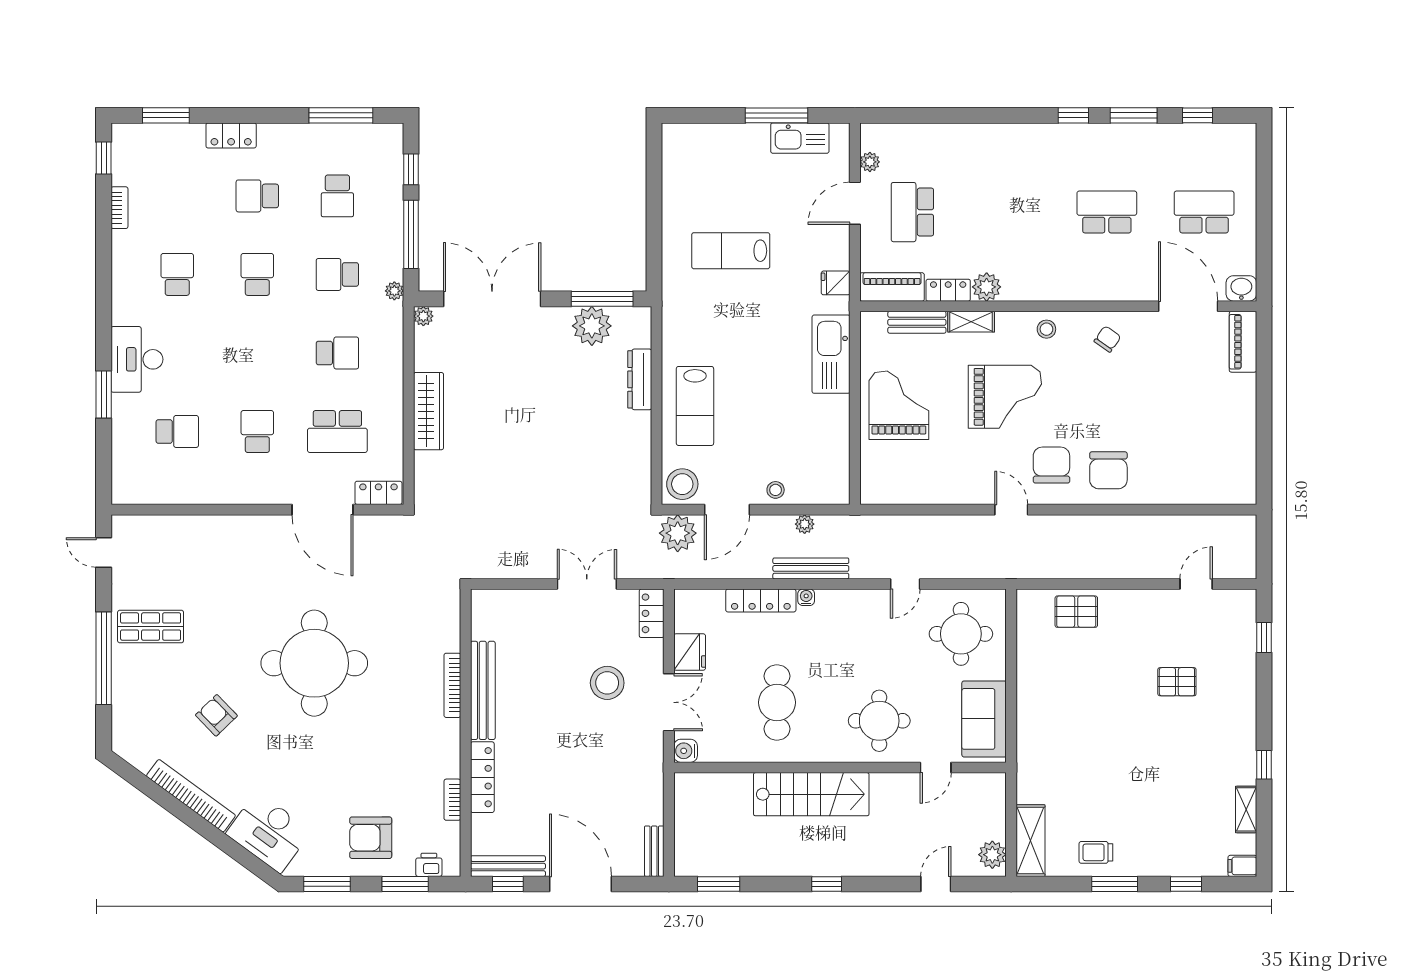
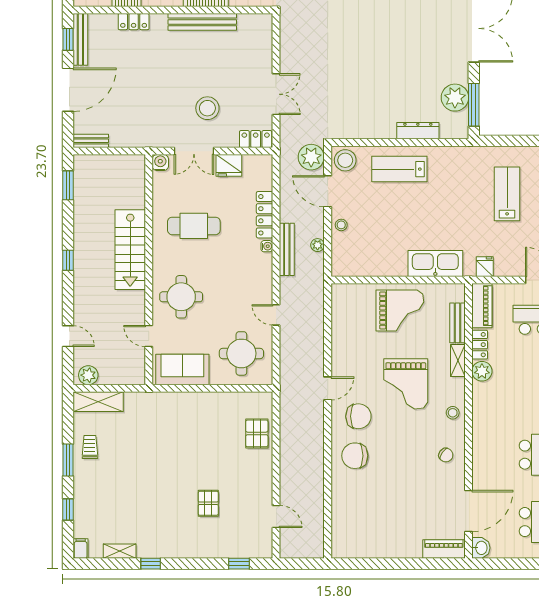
locker: (482, 777) -> (134, 22), width x0.66

